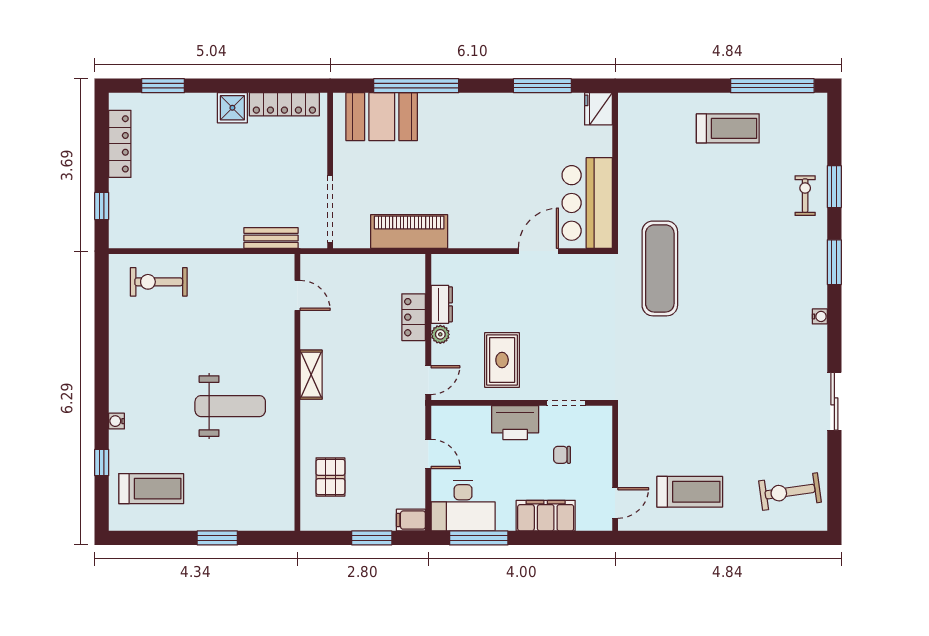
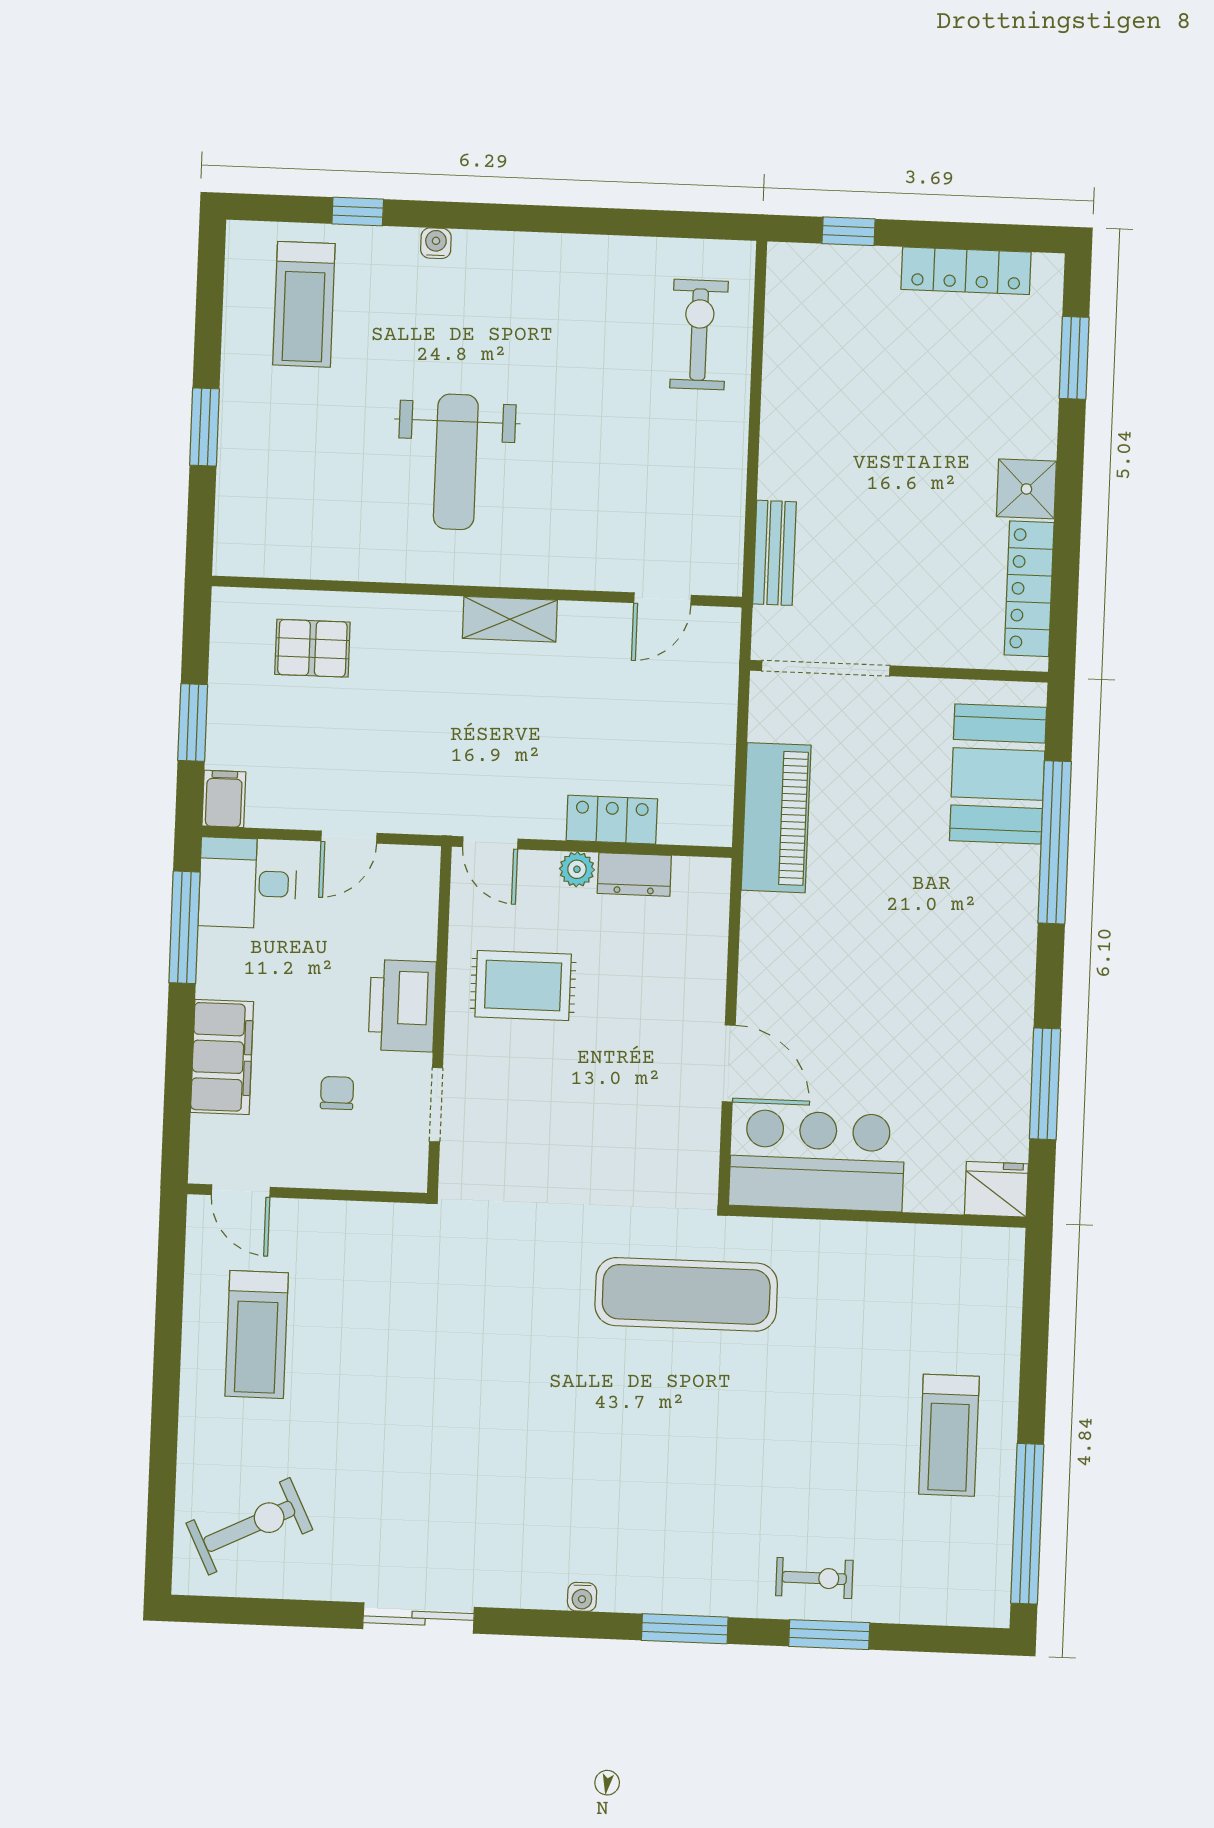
exercise bike: (790, 492) -> (249, 1526), turned 72
desk: (463, 506) -> (248, 883), width x0.73

